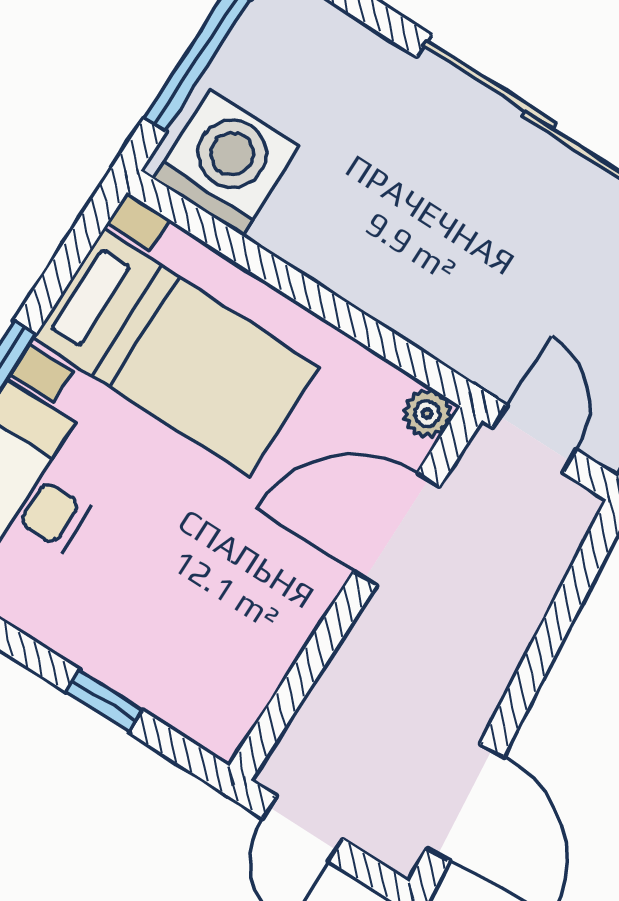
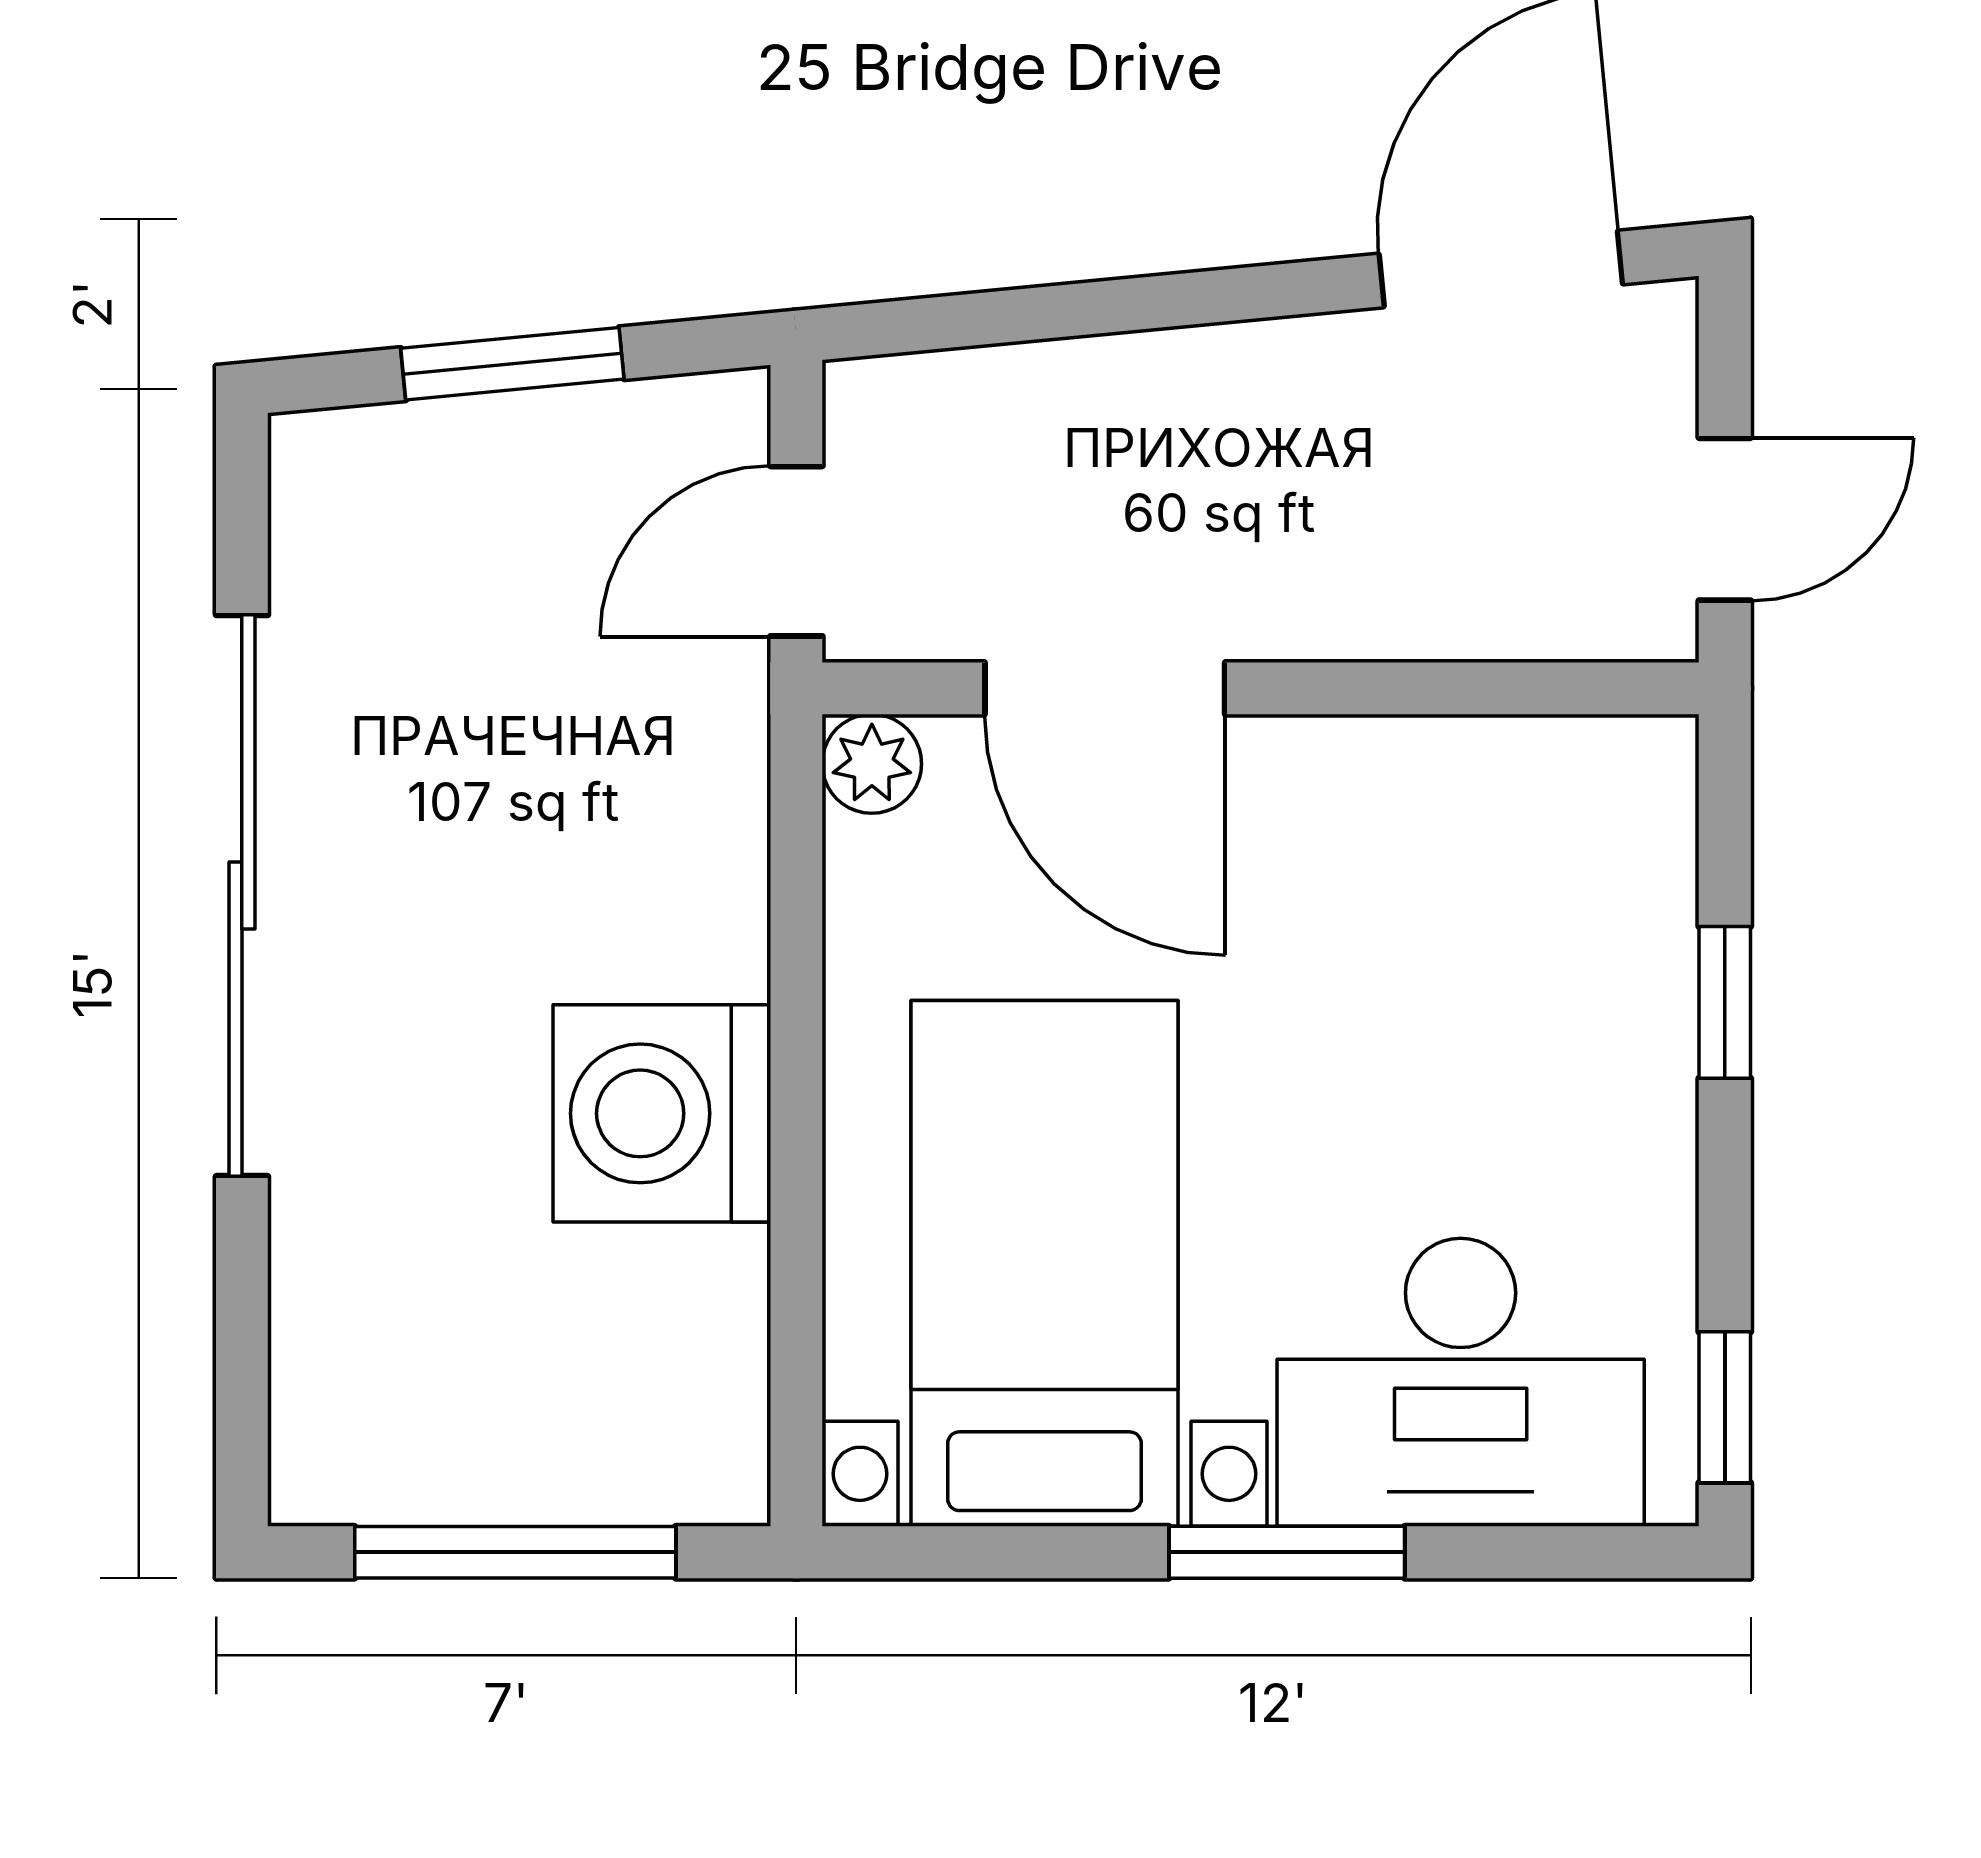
washing machine: (226, 163) -> (662, 1113), moved

